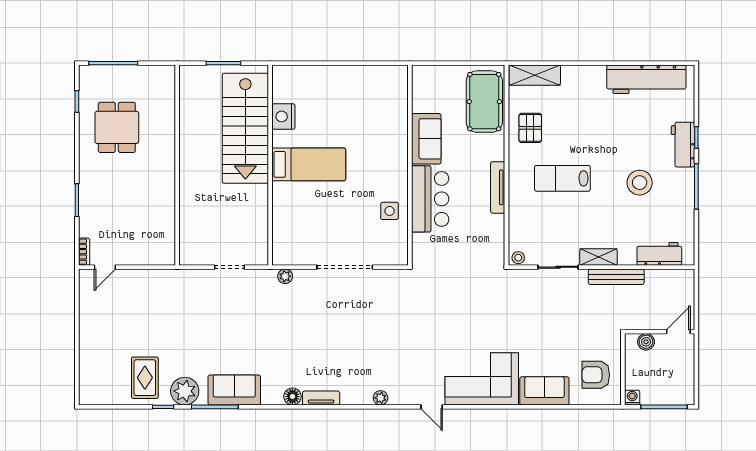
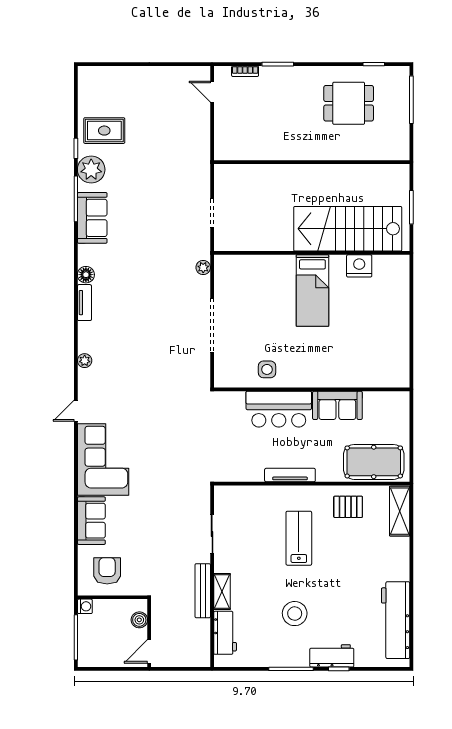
bookcase: (84, 252) -> (245, 71), moved
shelving: (598, 257) -> (222, 592), moved
stool: (518, 258) -> (221, 495), removed
door: (678, 332) -> (149, 651), swing flipped

